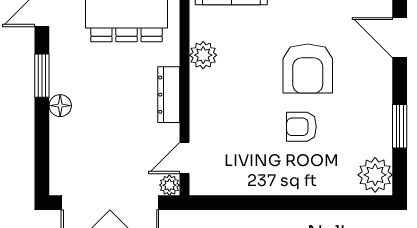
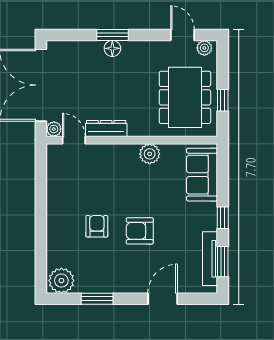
armchair: (308, 69) -> (140, 231), width x0.73, depth x0.73
window: (42, 76) -> (112, 35), moved
dresser: (169, 95) -> (106, 128), moved

